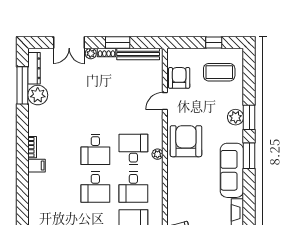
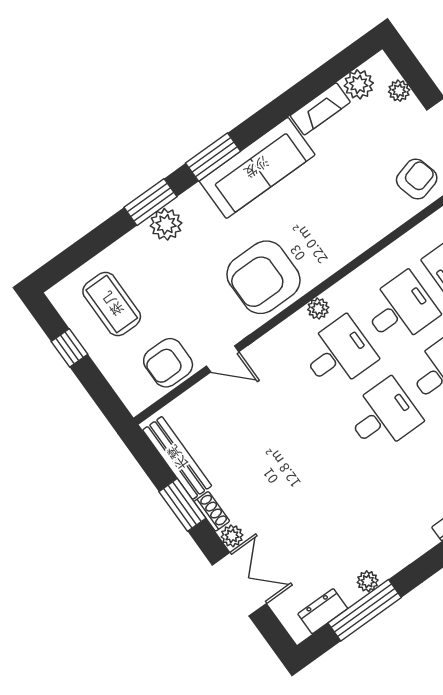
dresser: (34, 68) -> (323, 611), width x0.70
plant: (38, 95) -> (368, 581), width x0.53, depth x0.53
desk: (133, 149) -> (339, 354), turned 180

